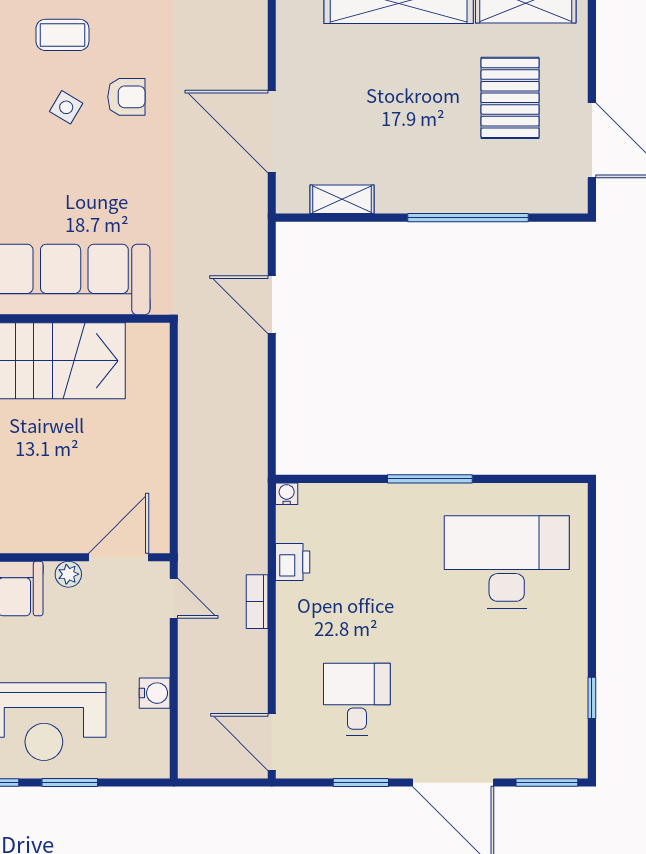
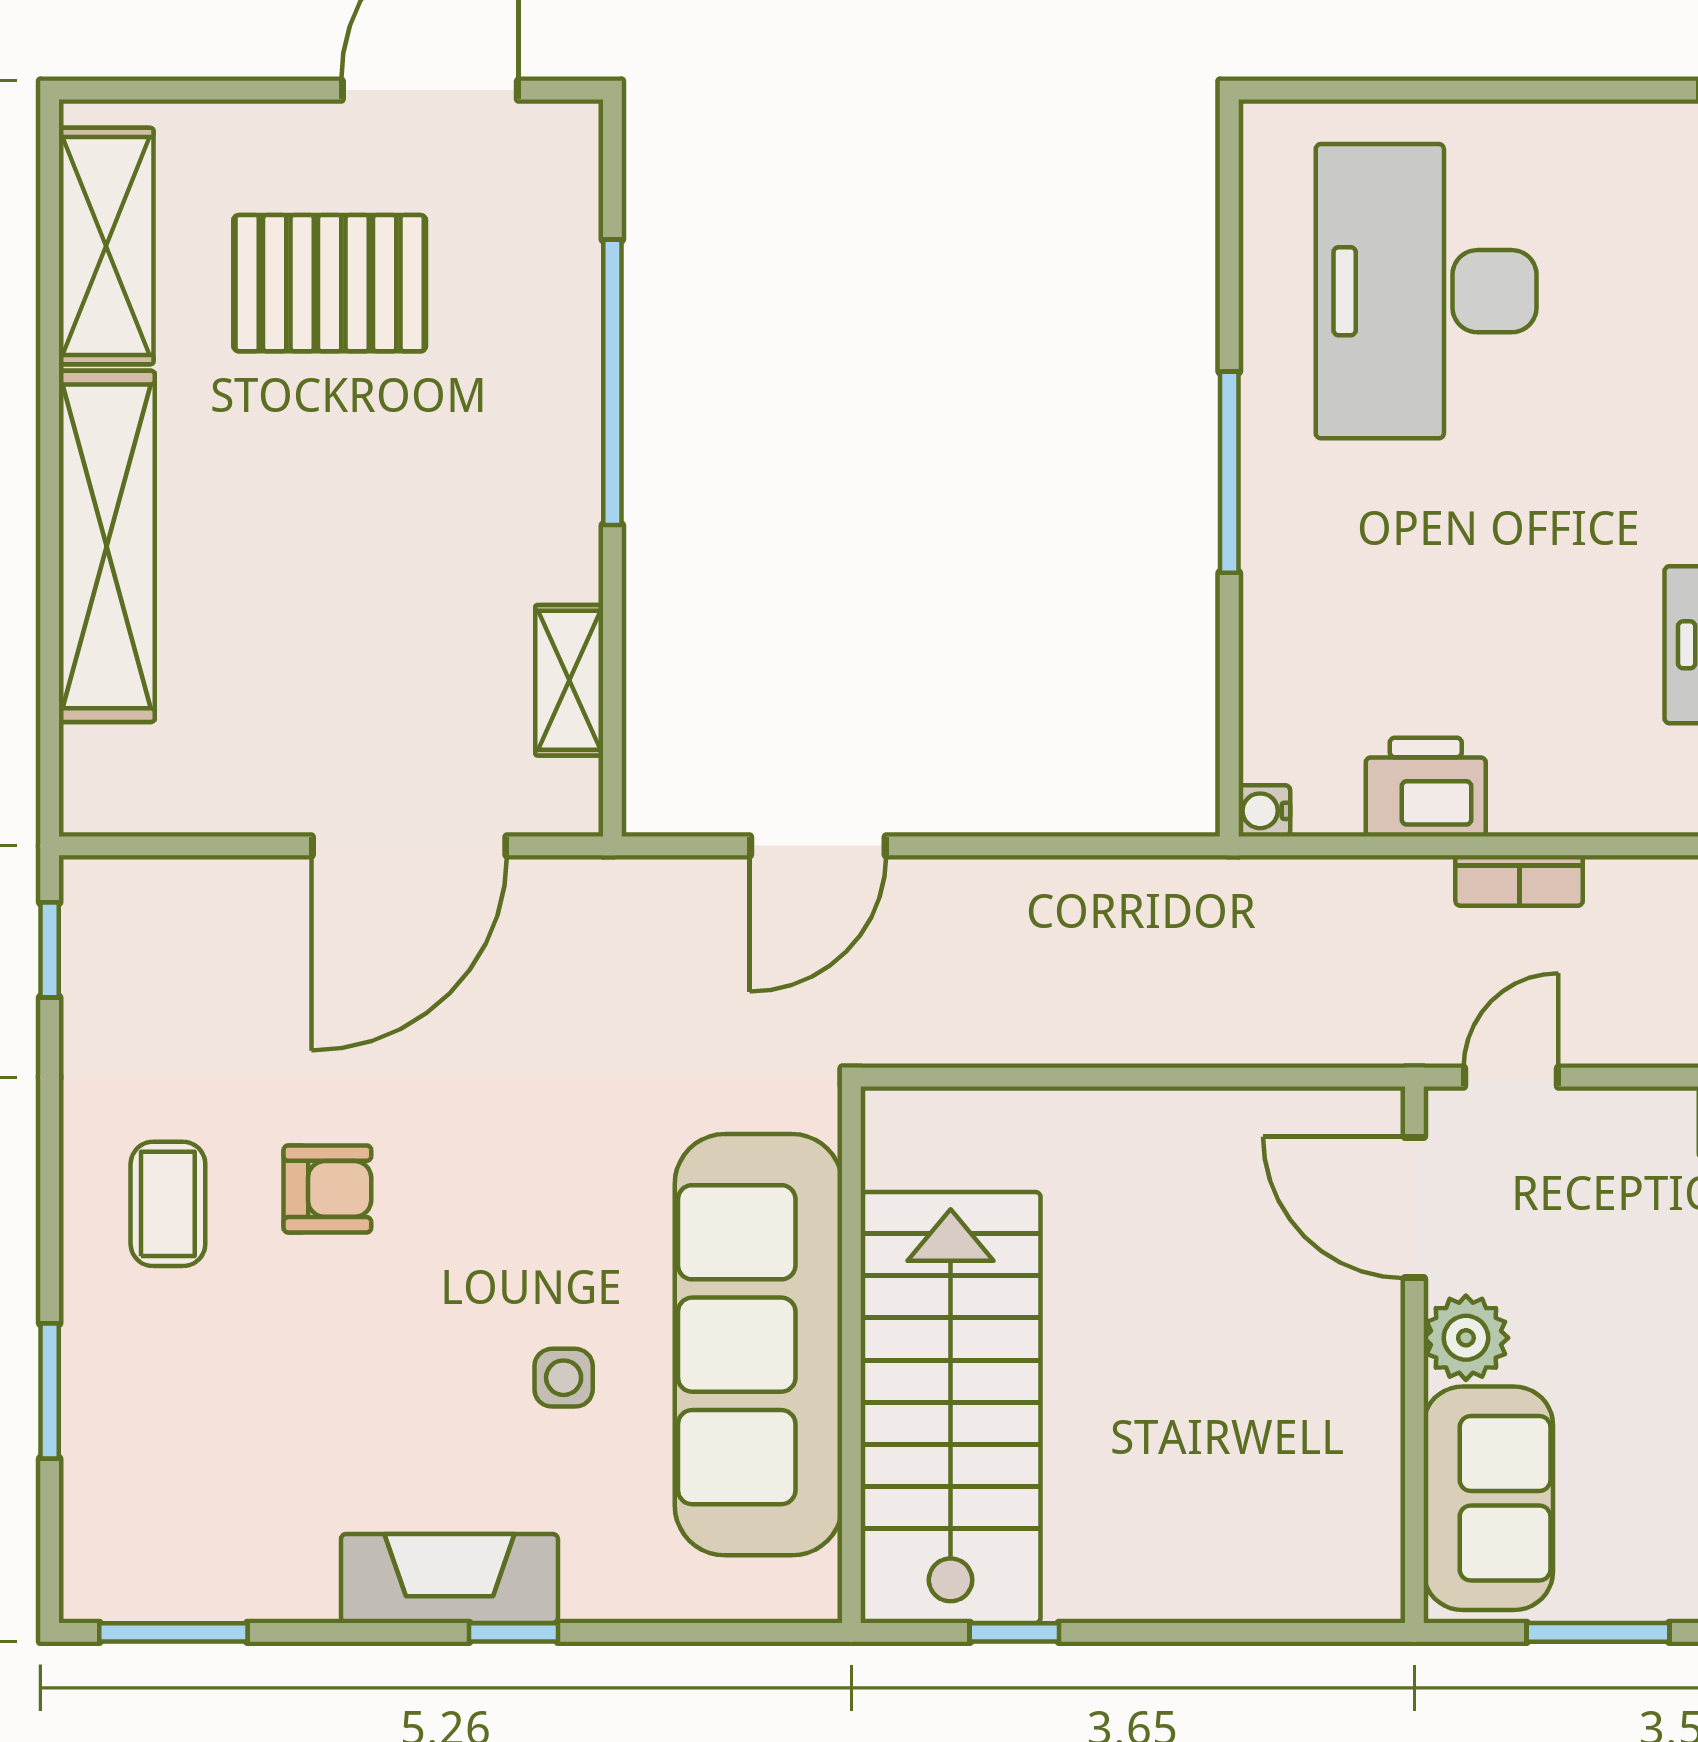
coffee table: (62, 35) -> (168, 1204), moved
armchair: (126, 97) -> (327, 1189), turned 90
side table: (66, 107) -> (564, 1378), moved, turned -31
printer: (293, 562) -> (1426, 787), width x1.36, depth x1.24
plant: (68, 574) -> (1466, 1338), width x1.38, depth x1.38

